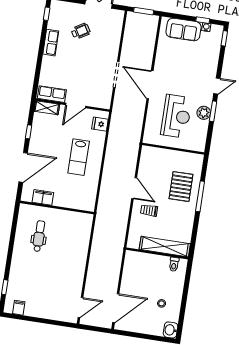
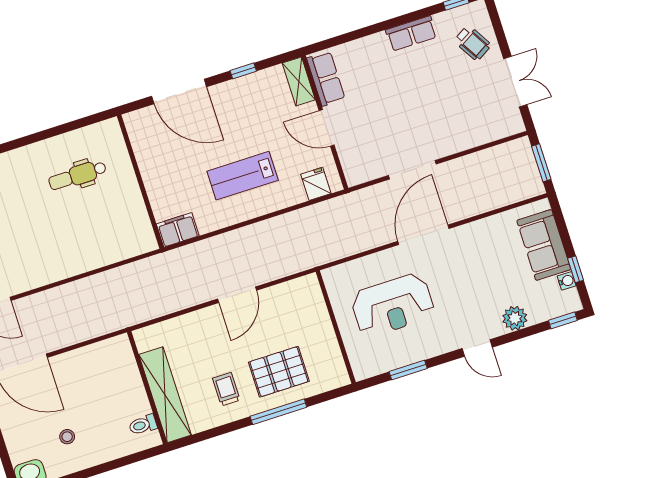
wheelchair: (81, 31) -> (473, 43), moved
window: (213, 111) -> (408, 370), moved
plant: (204, 113) -> (515, 318), moved
filing cabinet: (43, 197) -> (178, 230), moved, turned -90
trolley: (149, 210) -> (226, 389), moved
dental chair: (39, 236) -> (77, 175), turned 180

